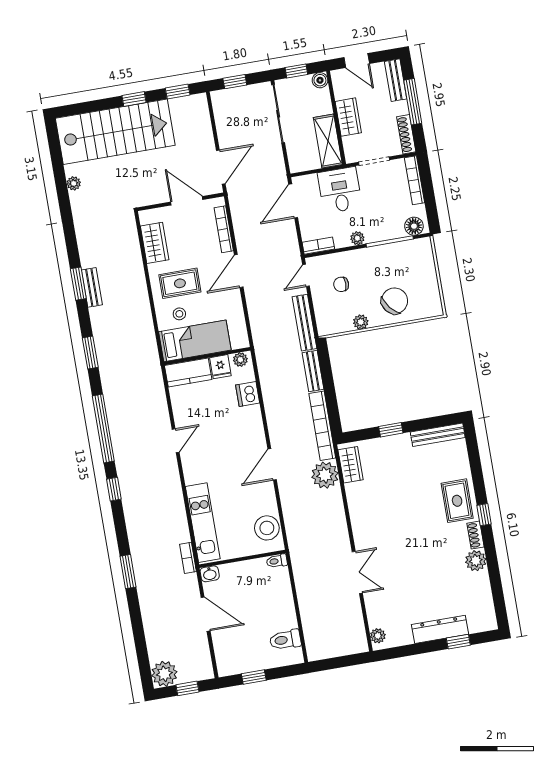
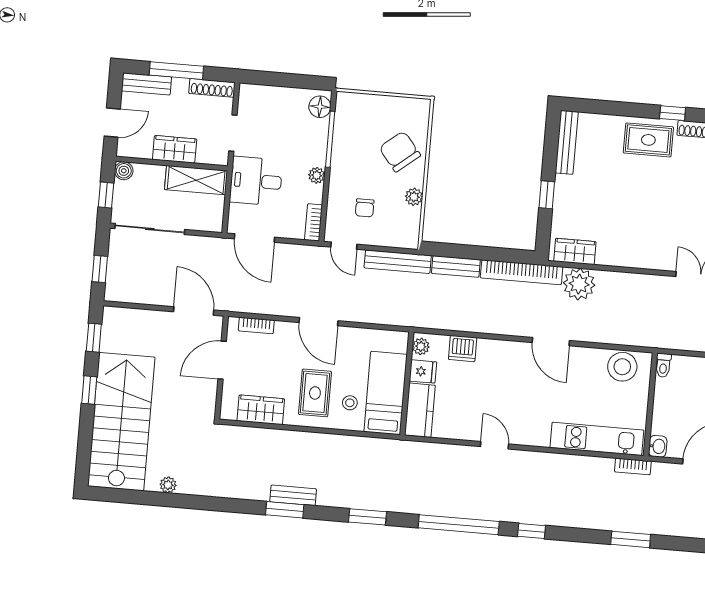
bookcase: (415, 180) -> (267, 92), removed
bookcase: (224, 229) -> (256, 325), width x0.64

